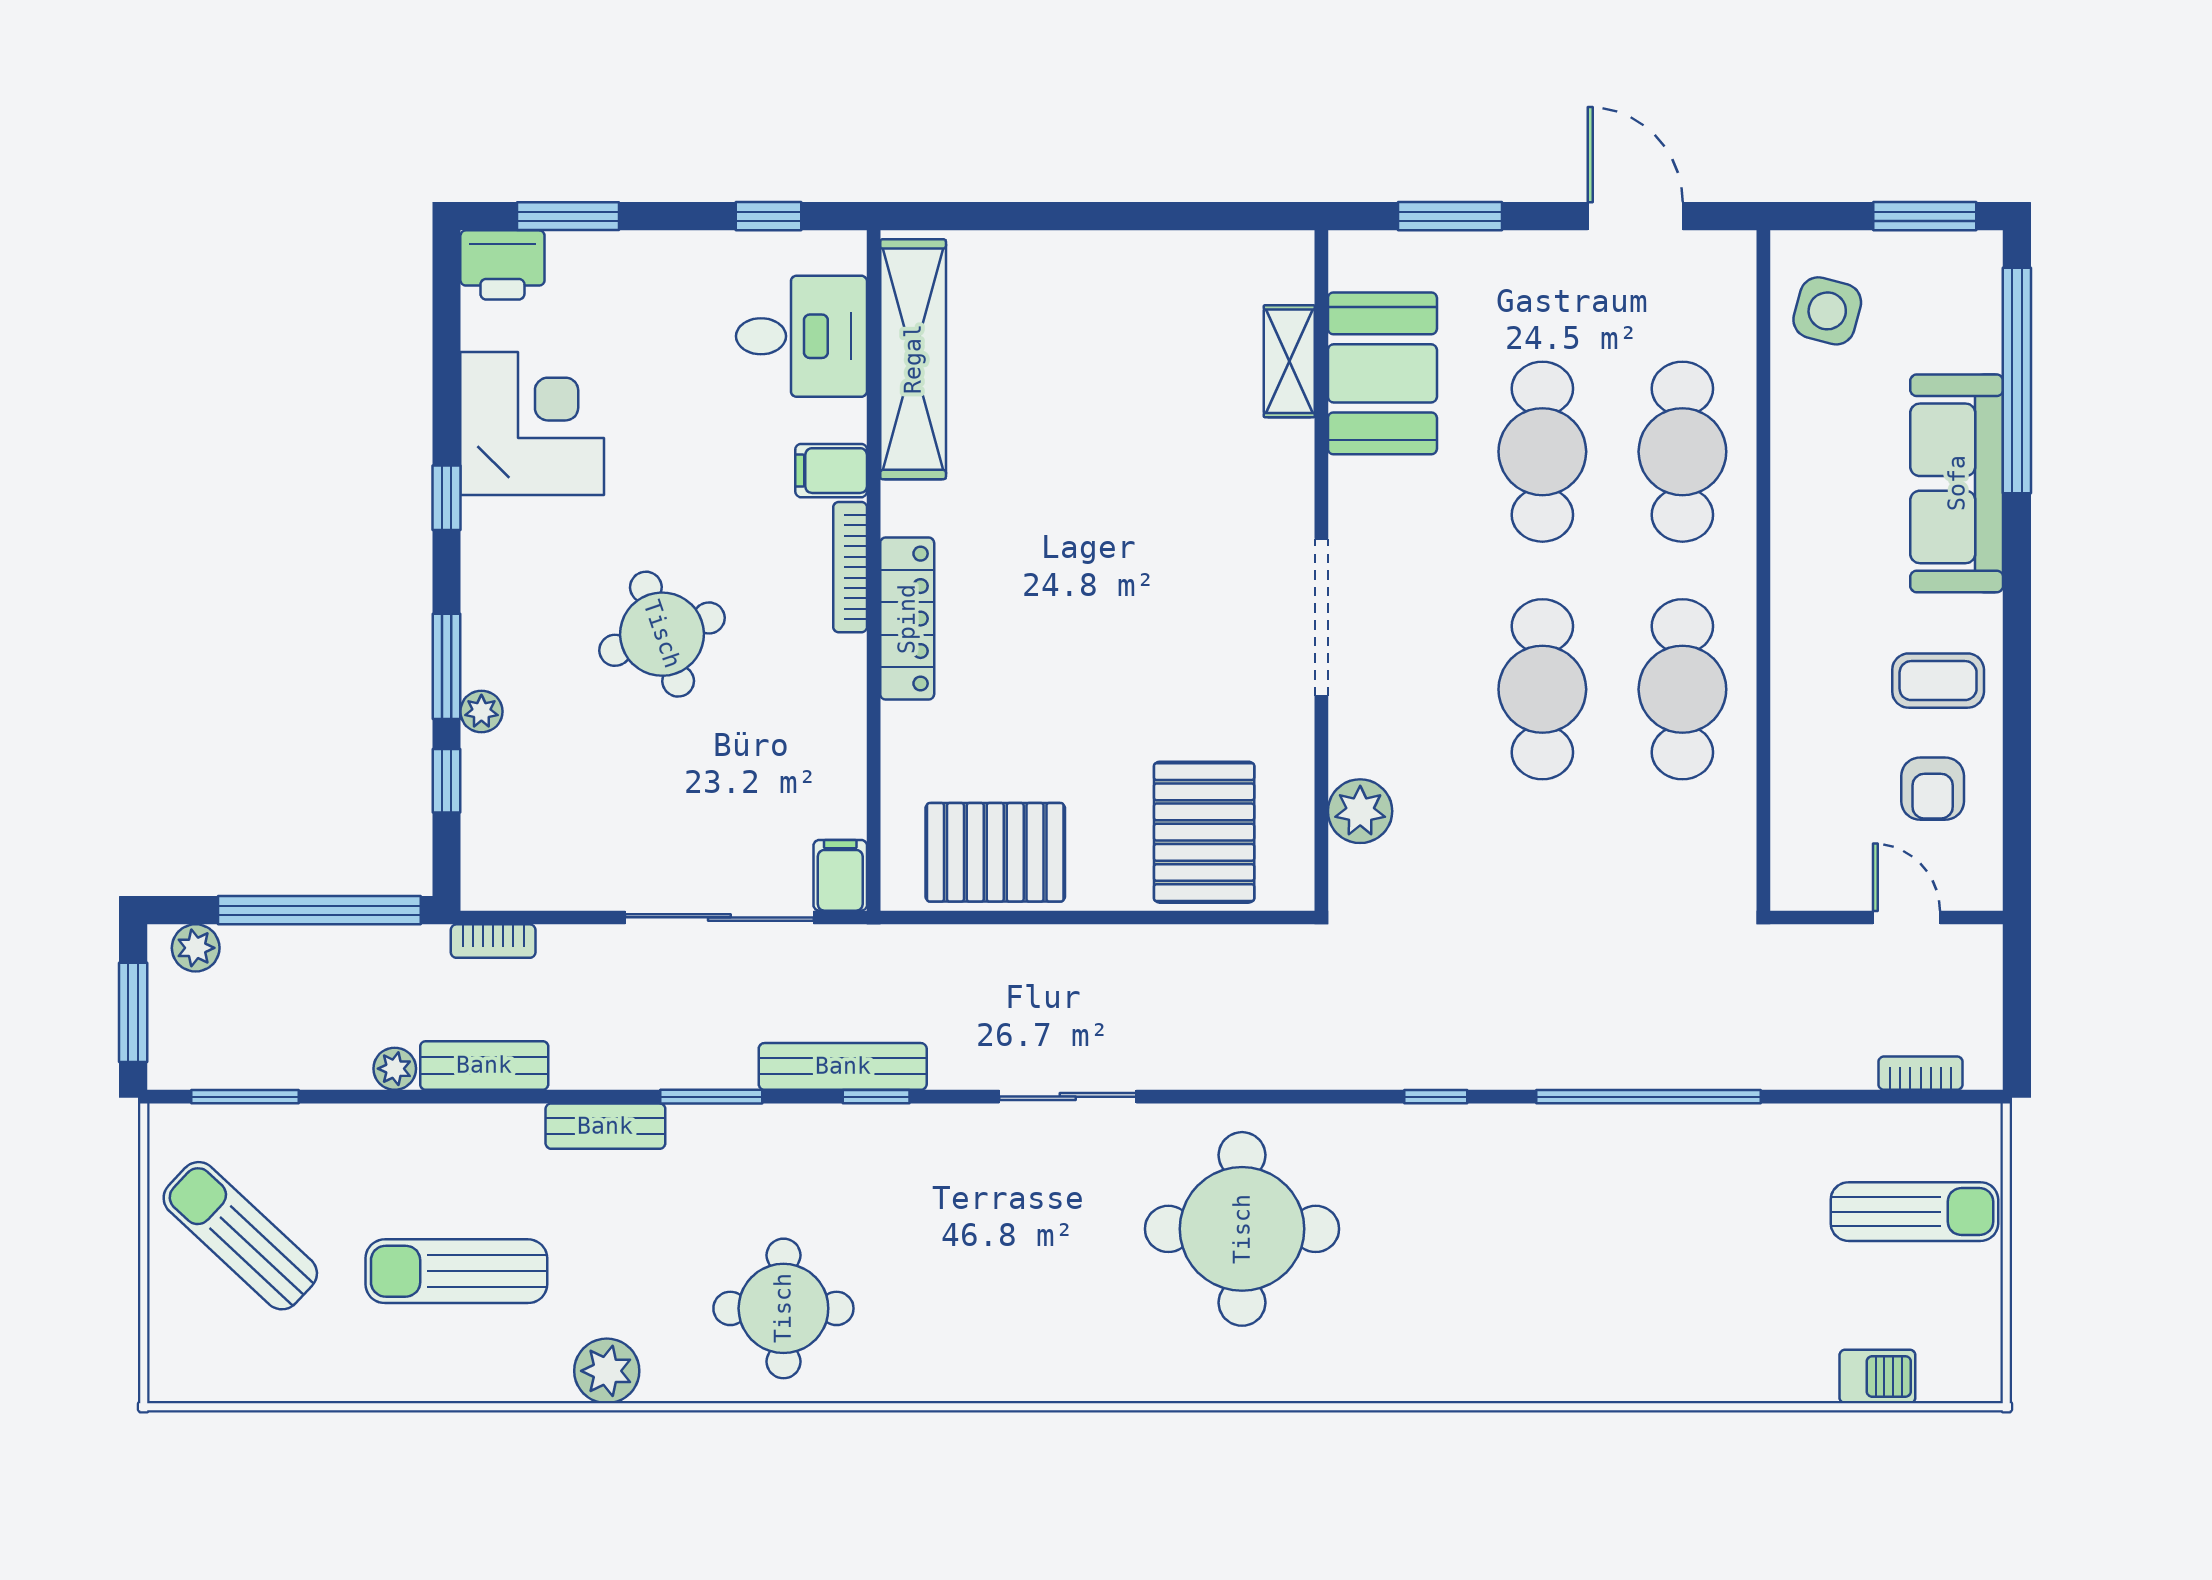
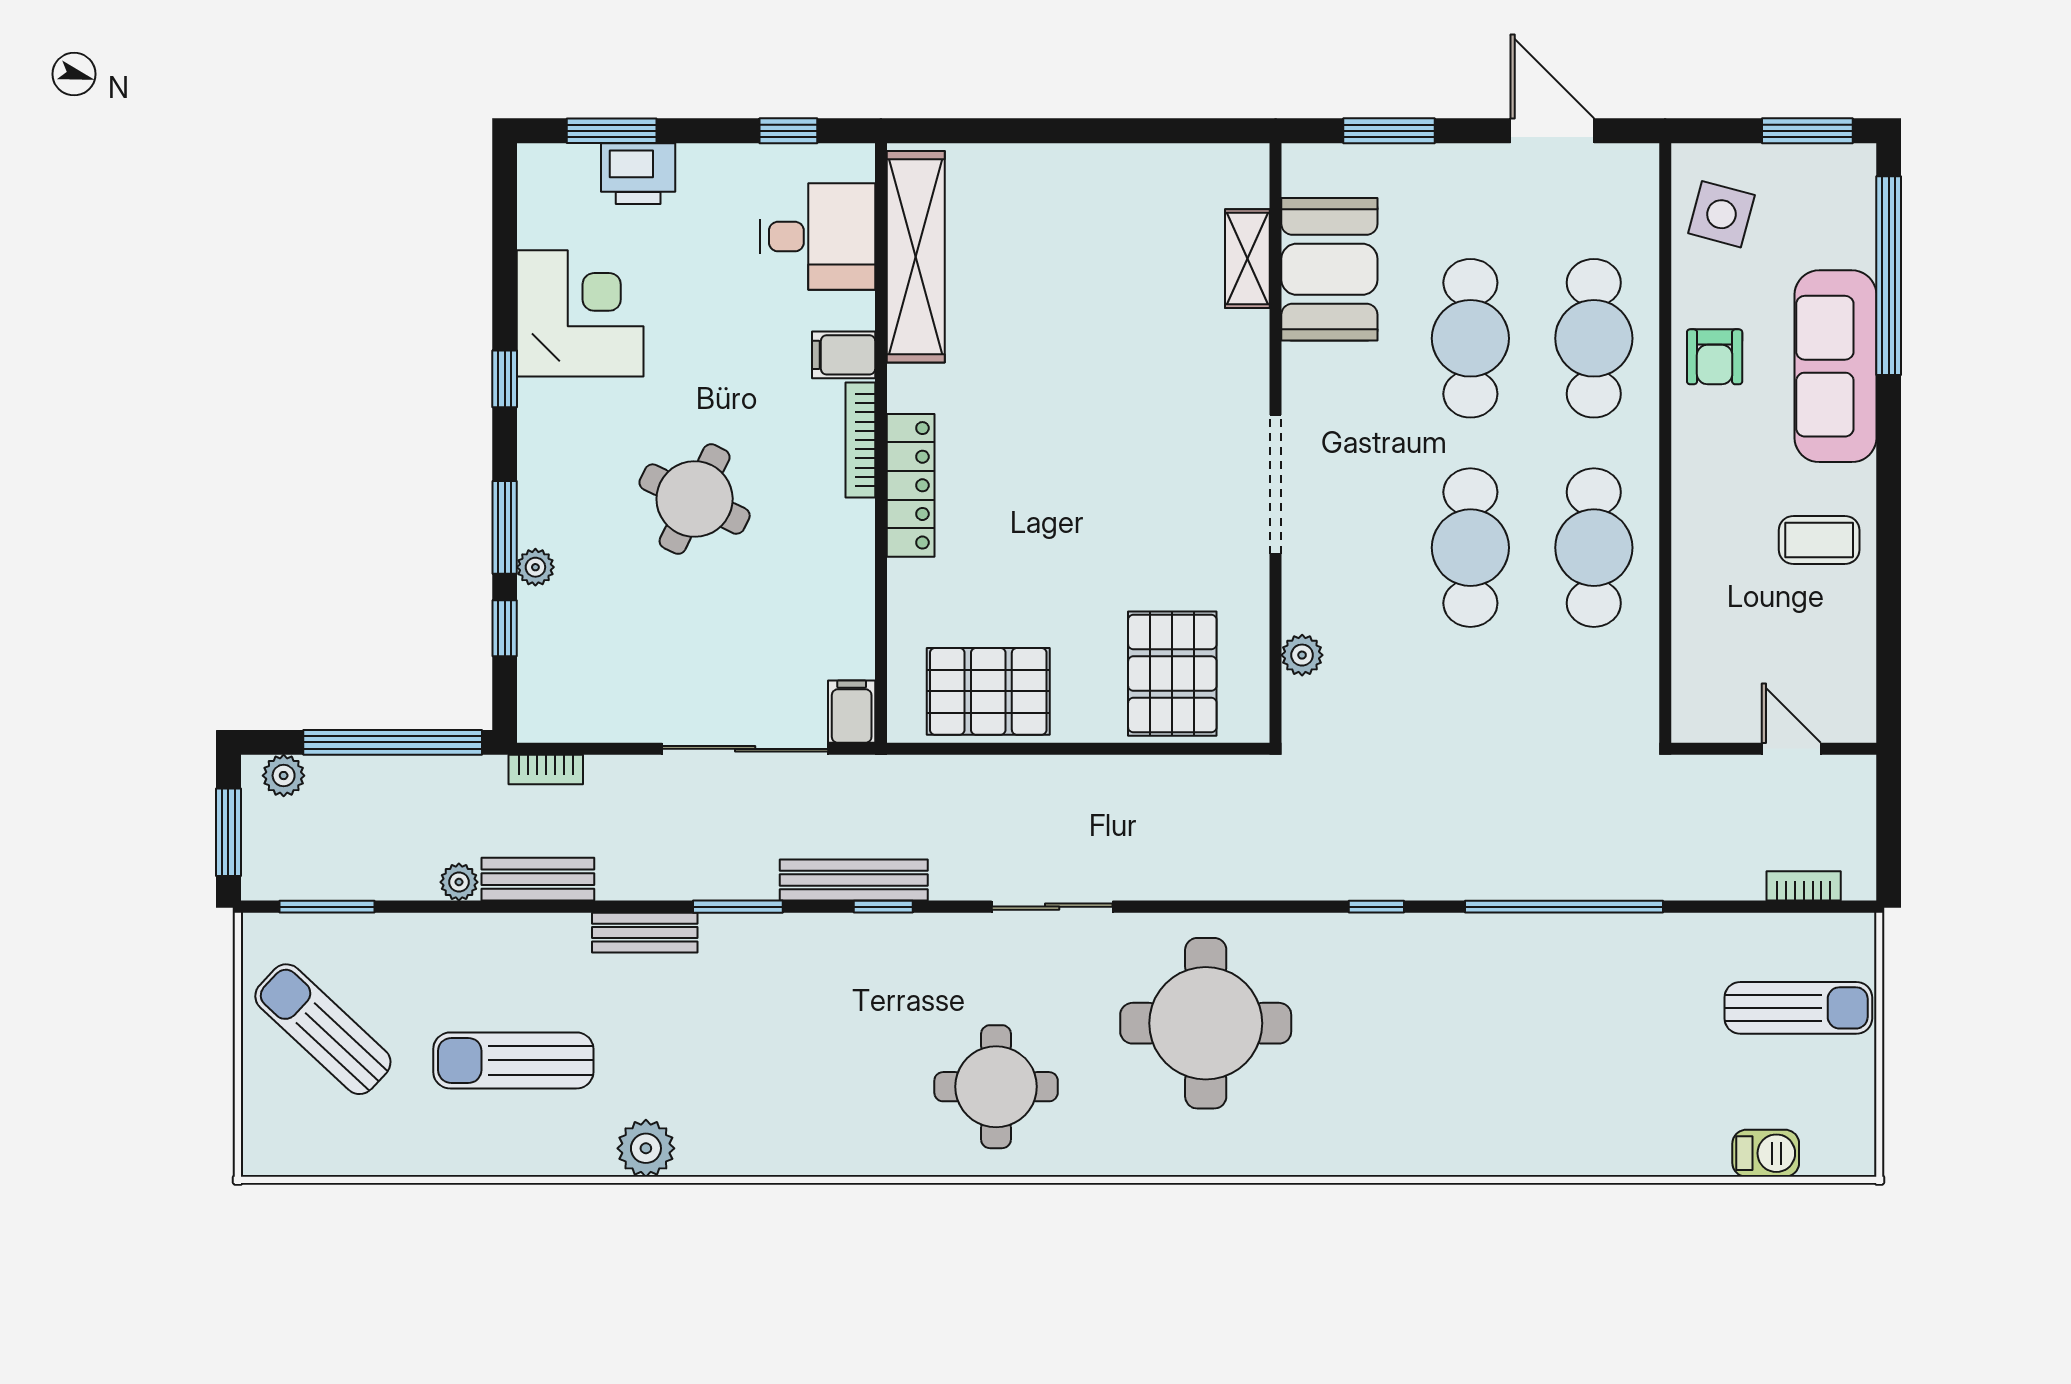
printer: (502, 265) -> (638, 174), moved
round table: (662, 634) -> (695, 499), turned 45
armchair: (1933, 789) -> (1715, 357), moved
plant: (1360, 811) -> (1302, 655), width x0.73, depth x0.73
round table: (783, 1308) -> (996, 1087), moved

